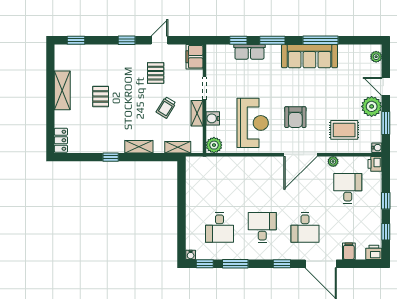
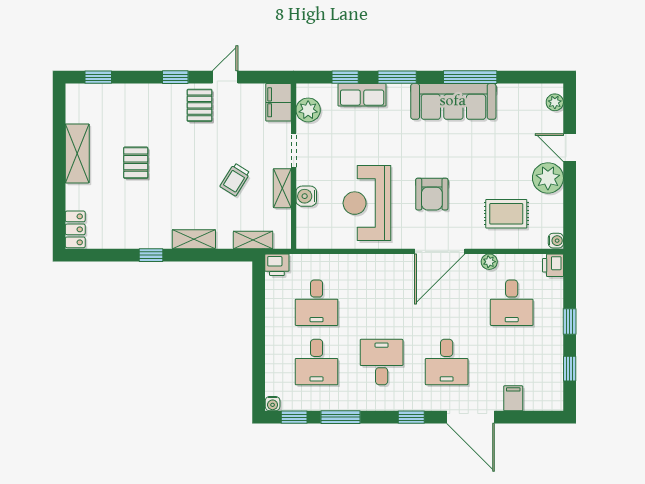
pallet: (156, 73) -> (200, 105), moved
reception desk: (253, 123) -> (367, 203), turned 180
window: (386, 123) -> (570, 203), removed
plant: (214, 145) -> (308, 110), moved
desk: (220, 188) -> (317, 303), added
desk: (348, 188) -> (512, 303), turned 180
printer: (374, 252) -> (277, 265), moved, turned 180

